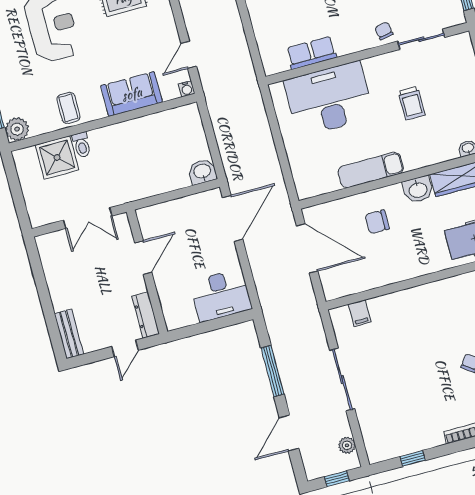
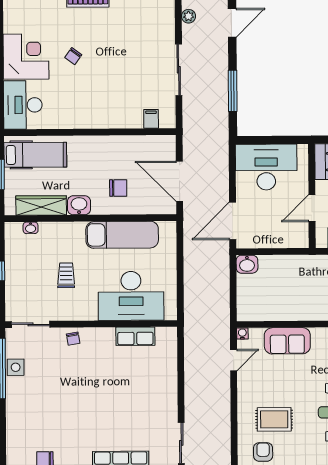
sliding door: (421, 39) -> (31, 324), moved
exam couch: (371, 170) -> (122, 235), width x1.36, depth x1.45
desk: (221, 295) -> (266, 167), width x1.36, depth x1.30
door: (289, 433) -> (232, 23), moved

